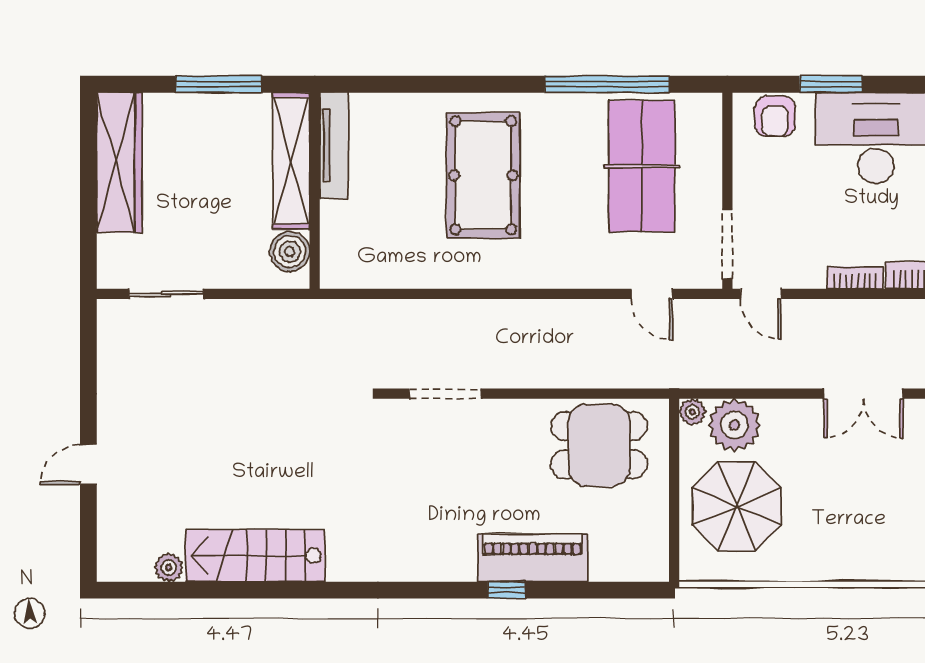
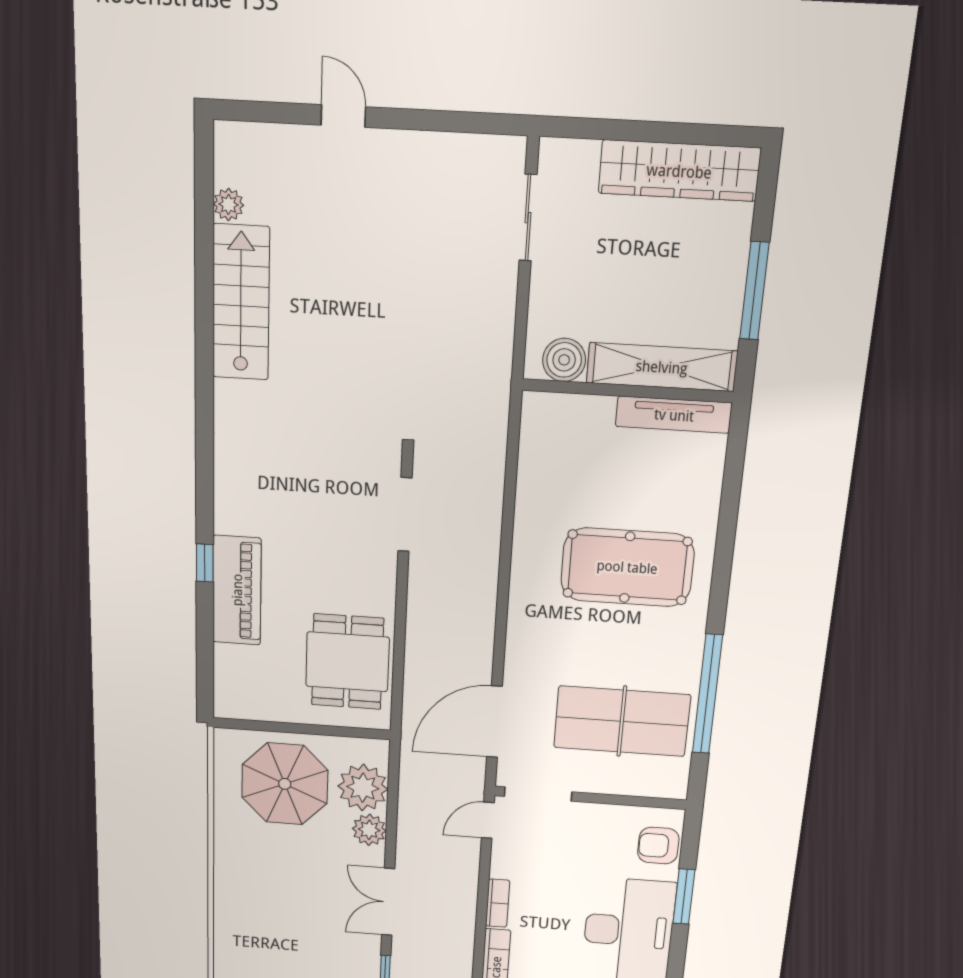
door: (652, 294) -> (494, 722), width x1.88
plant: (692, 412) -> (369, 830), moved, width x1.38, depth x1.38

